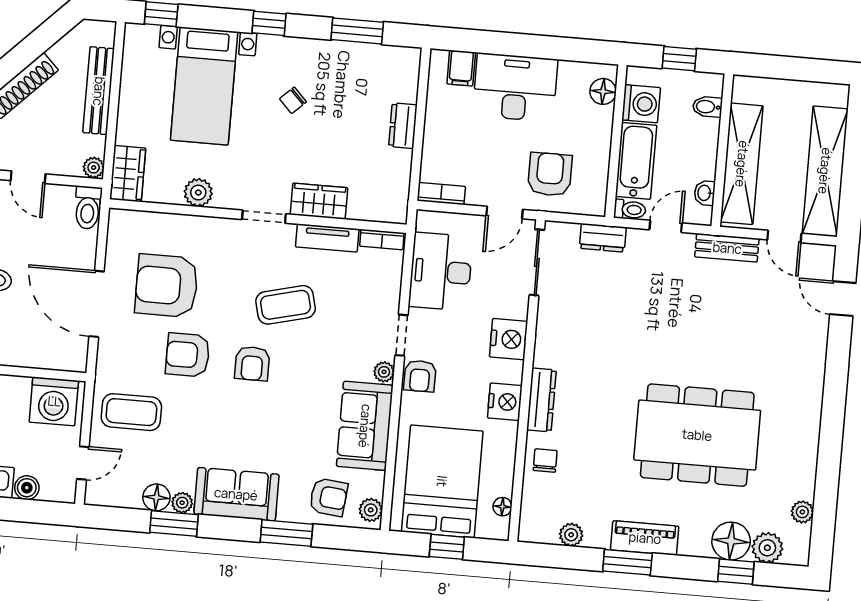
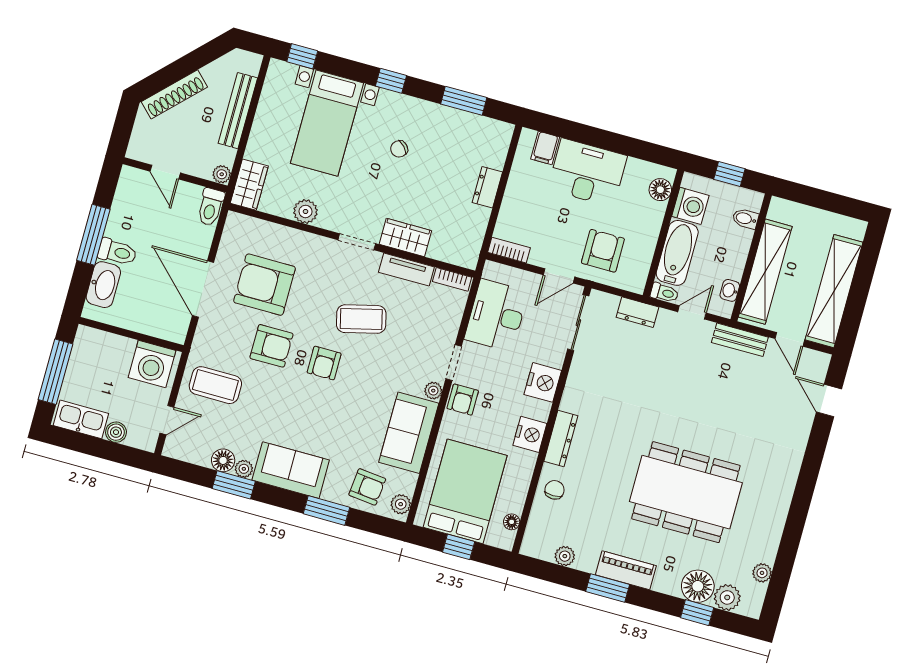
armchair: (188, 355) -> (271, 346), turned 180

